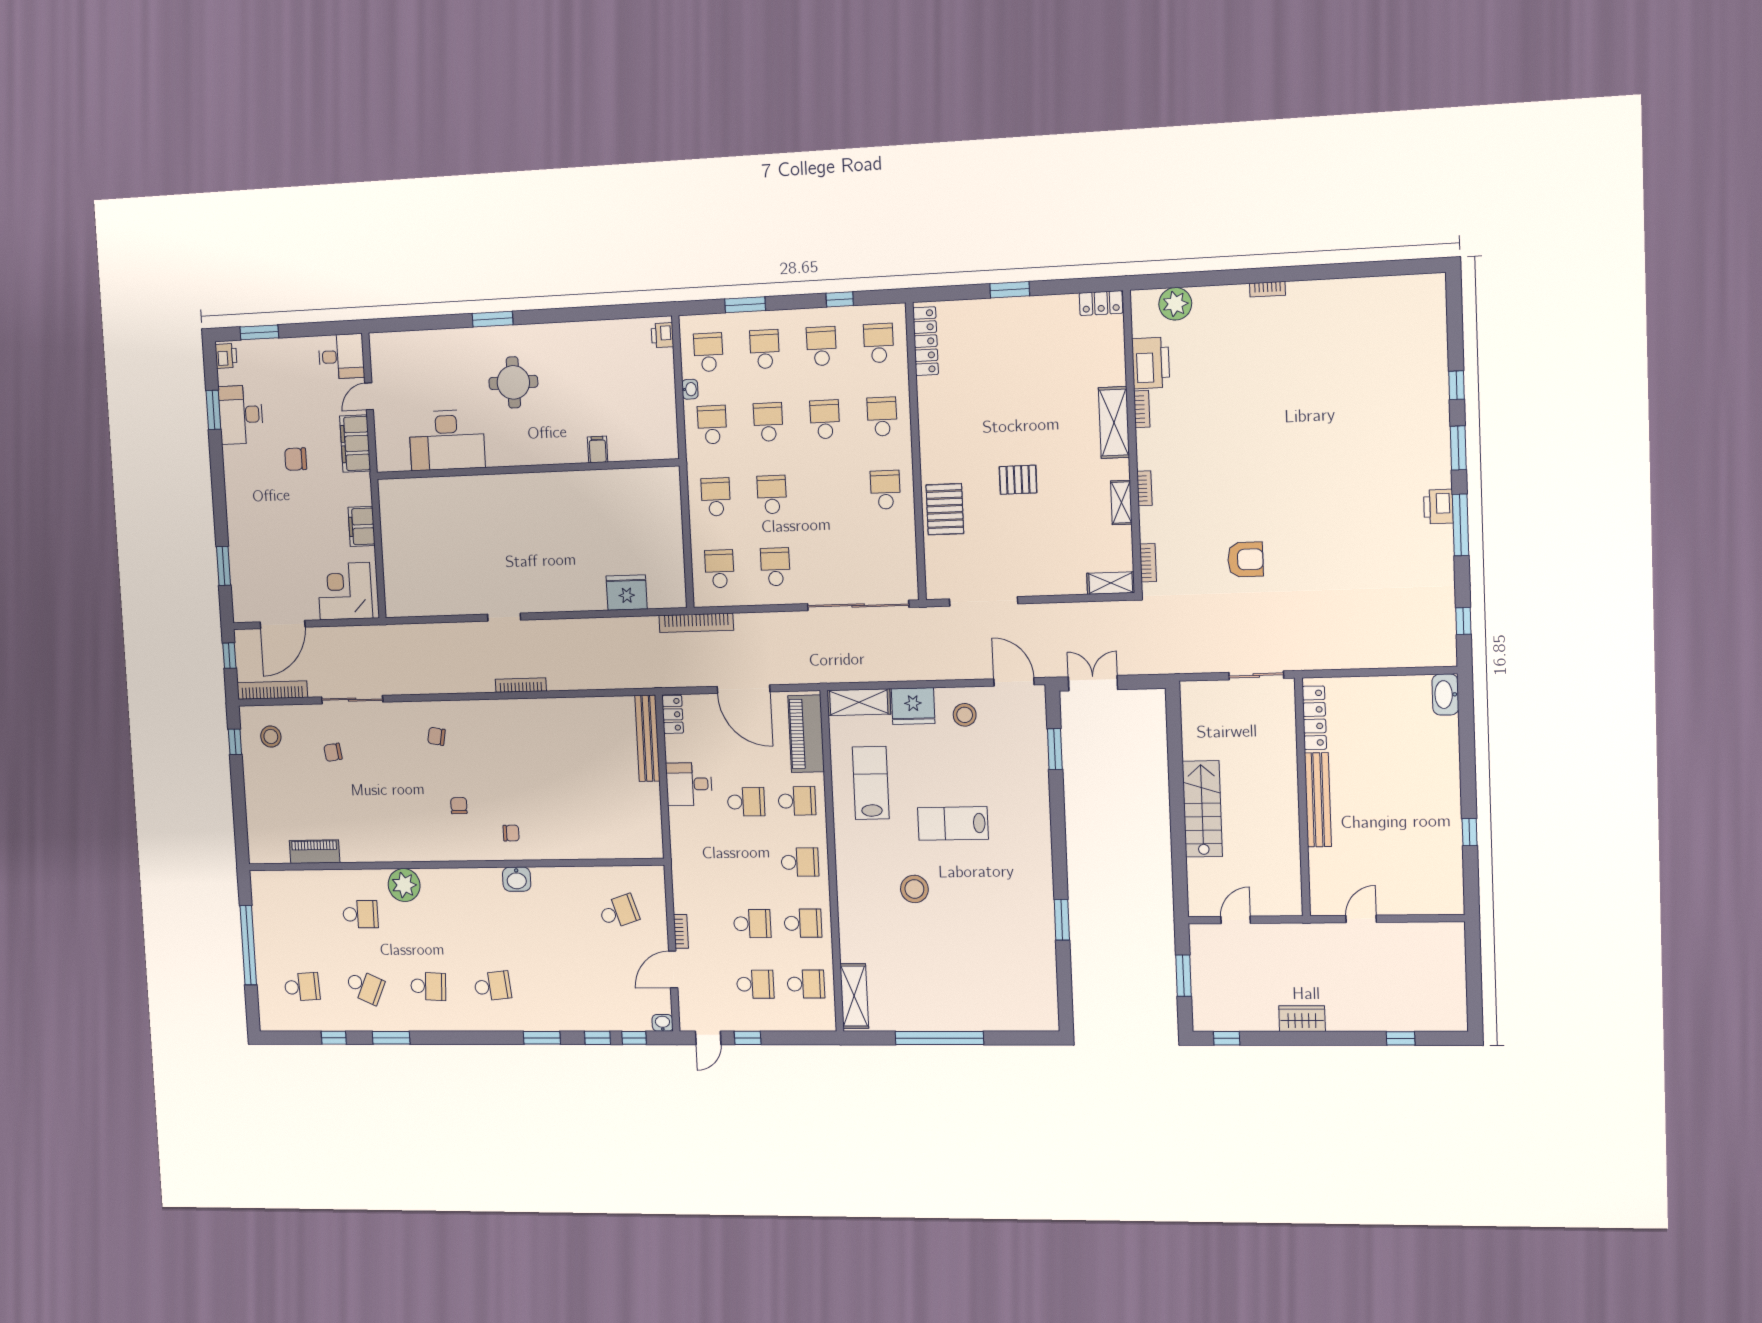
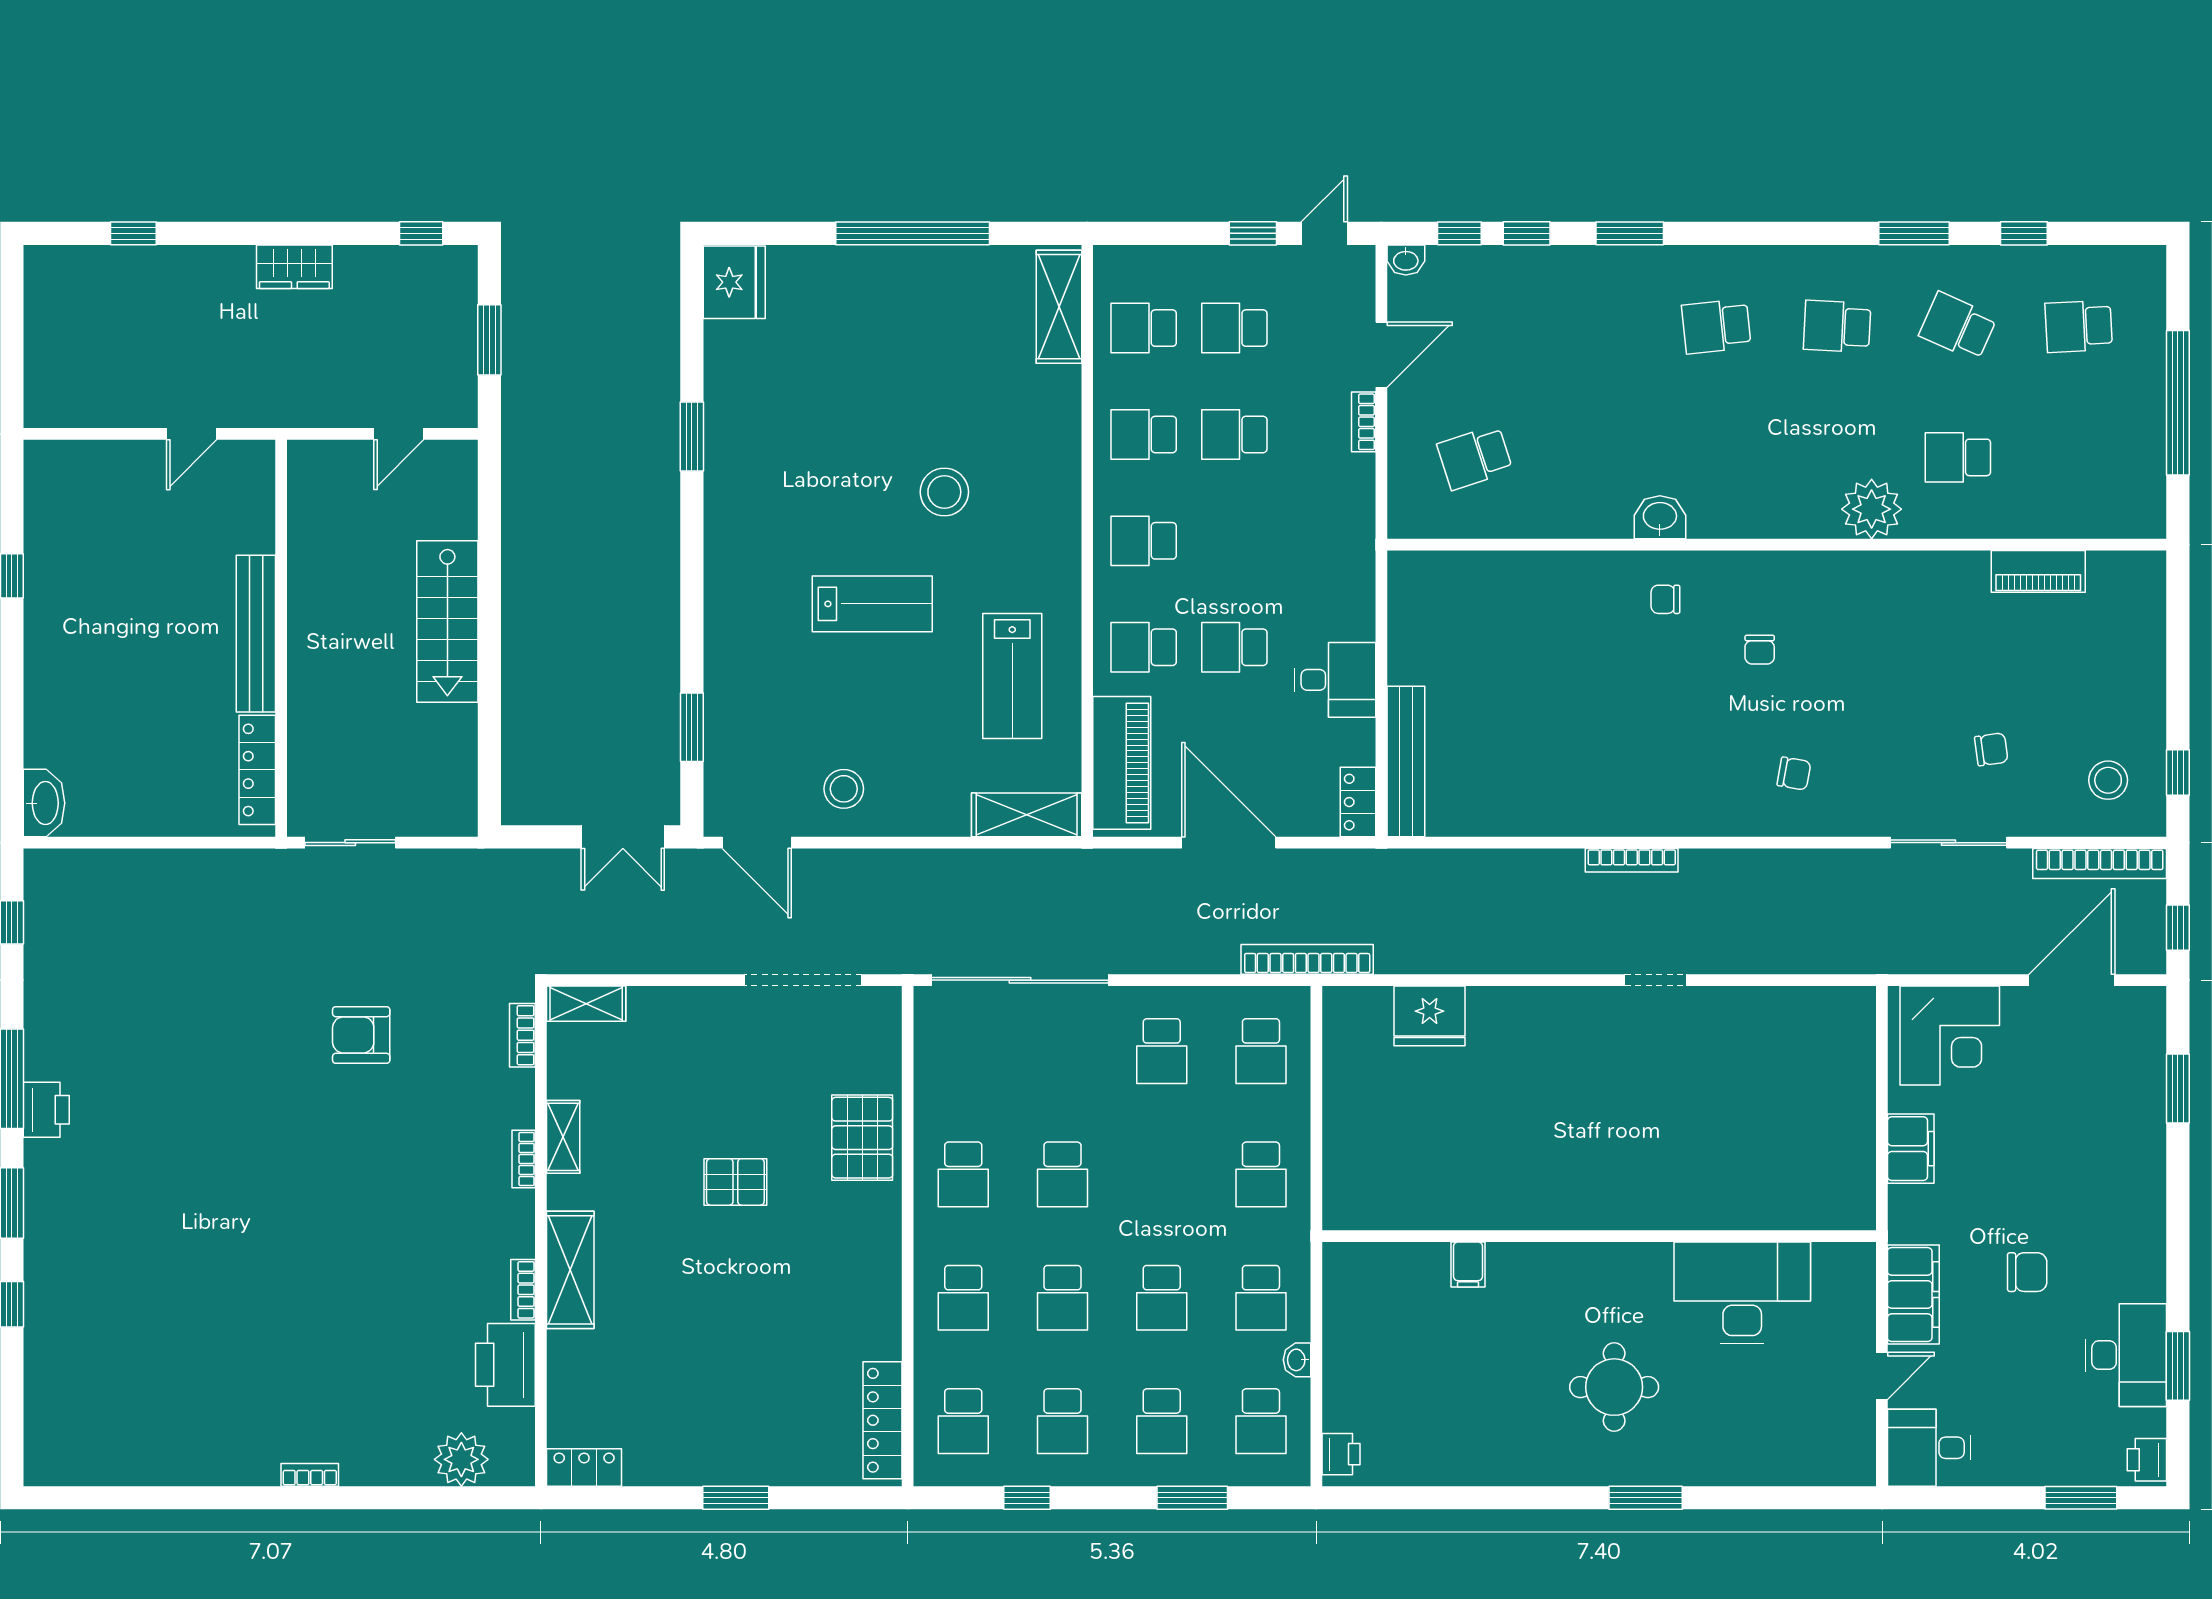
school desk: (772, 495) -> (1062, 1174), moved
fridge: (913, 706) -> (734, 282), moved, turned 90

